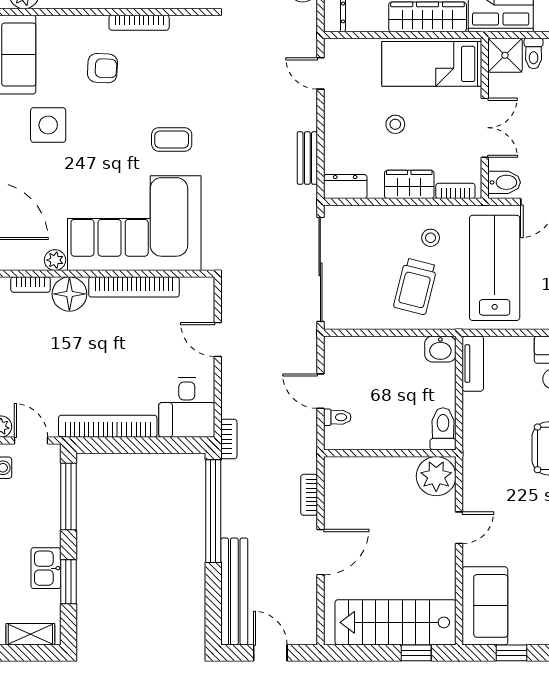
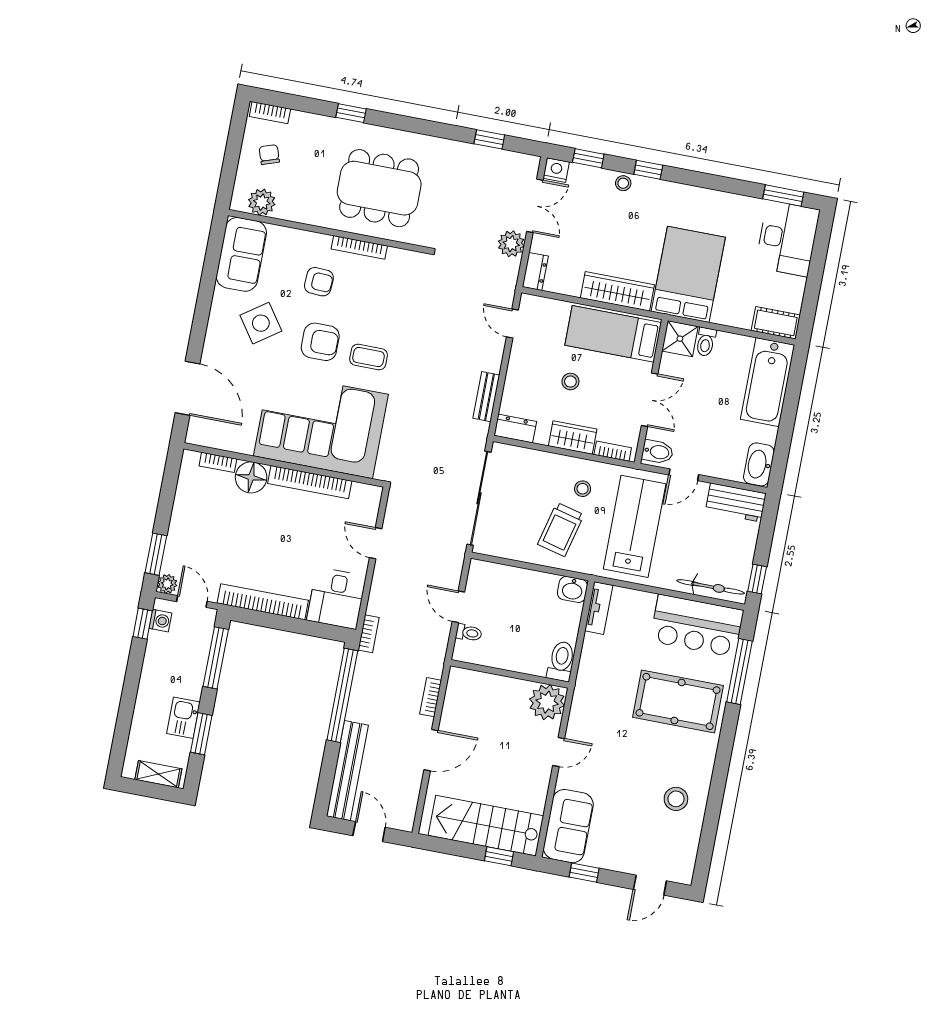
side table: (48, 125) -> (261, 323), turned -35
armchair: (116, 133) -> (320, 342), added
plant: (55, 260) -> (244, 445), removed

